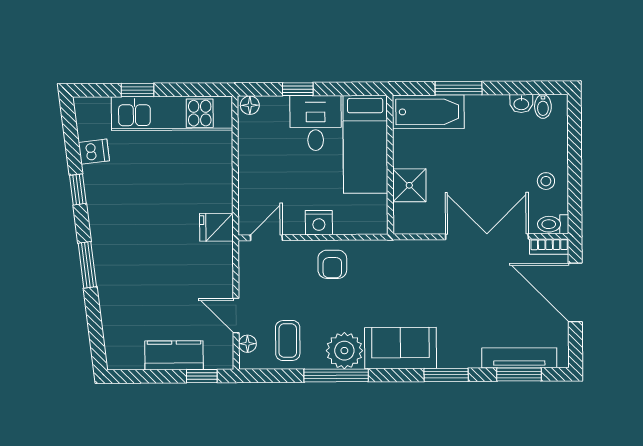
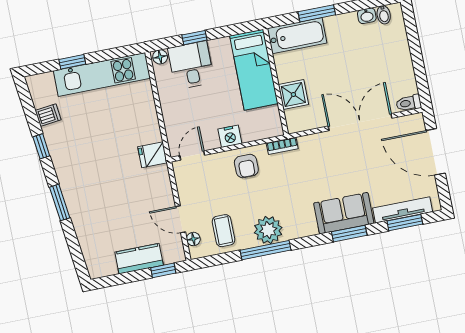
desk: (316, 123) -> (191, 65), moved
stool: (546, 181) -> (397, 71), removed
bookcase: (549, 247) -> (282, 146), moved
sofa: (400, 348) -> (344, 213), moved

